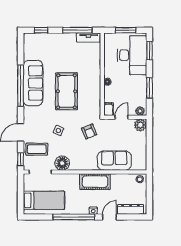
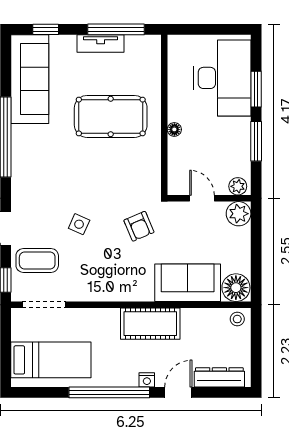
window: (126, 30) -> (210, 29), removed
tv unit: (89, 37) -> (101, 43), moved
window: (149, 50) -> (256, 89), moved
sofa: (33, 83) -> (30, 79), moved
pool table: (66, 91) -> (111, 116), moved, turned 90
filing cabinet: (109, 109) -> (177, 183), removed
door: (122, 117) -> (202, 198), hinge flipped
floor lamp: (62, 163) -> (236, 288), moved

